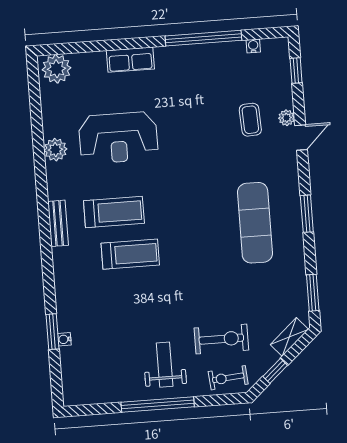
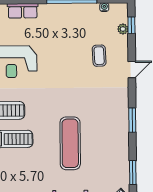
plant: (287, 118) -> (123, 29), moved
exercise mat: (255, 223) -> (70, 143), moved

